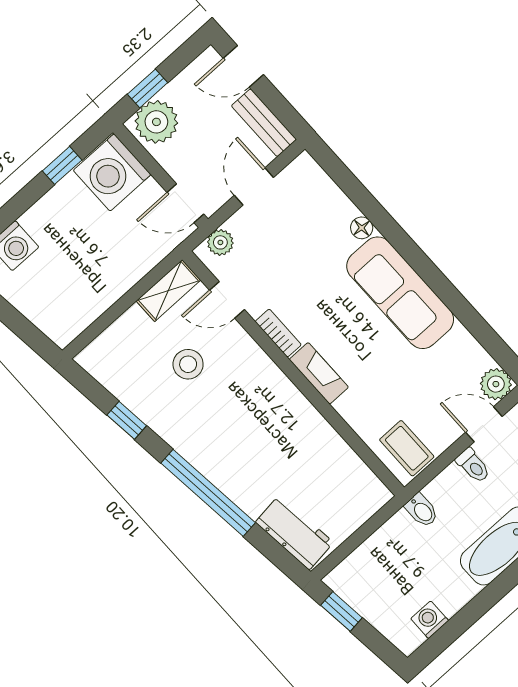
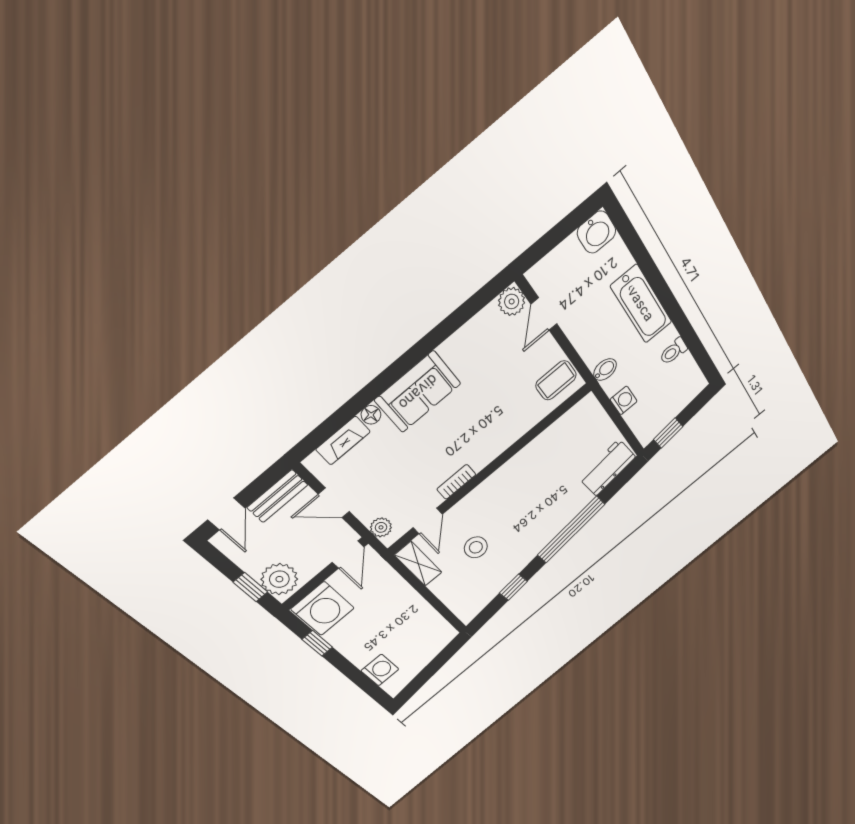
sofa: (400, 293) -> (418, 392), width x0.73
fireplace: (319, 373) -> (343, 441), moved, turned 180
toilet: (473, 466) -> (673, 351), moved, turned 180
washing machine: (430, 620) -> (624, 400), moved, turned 180

